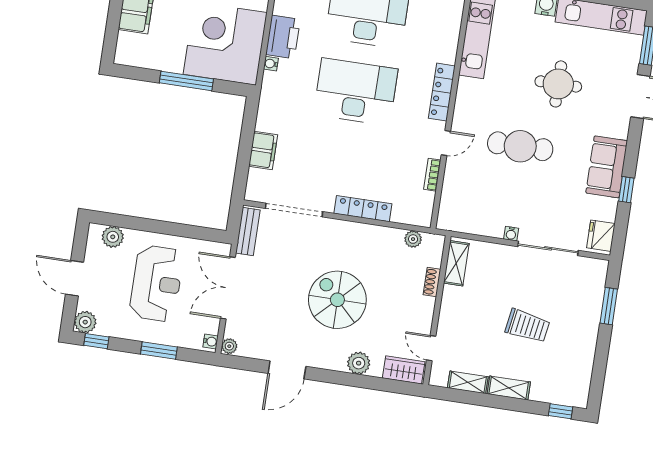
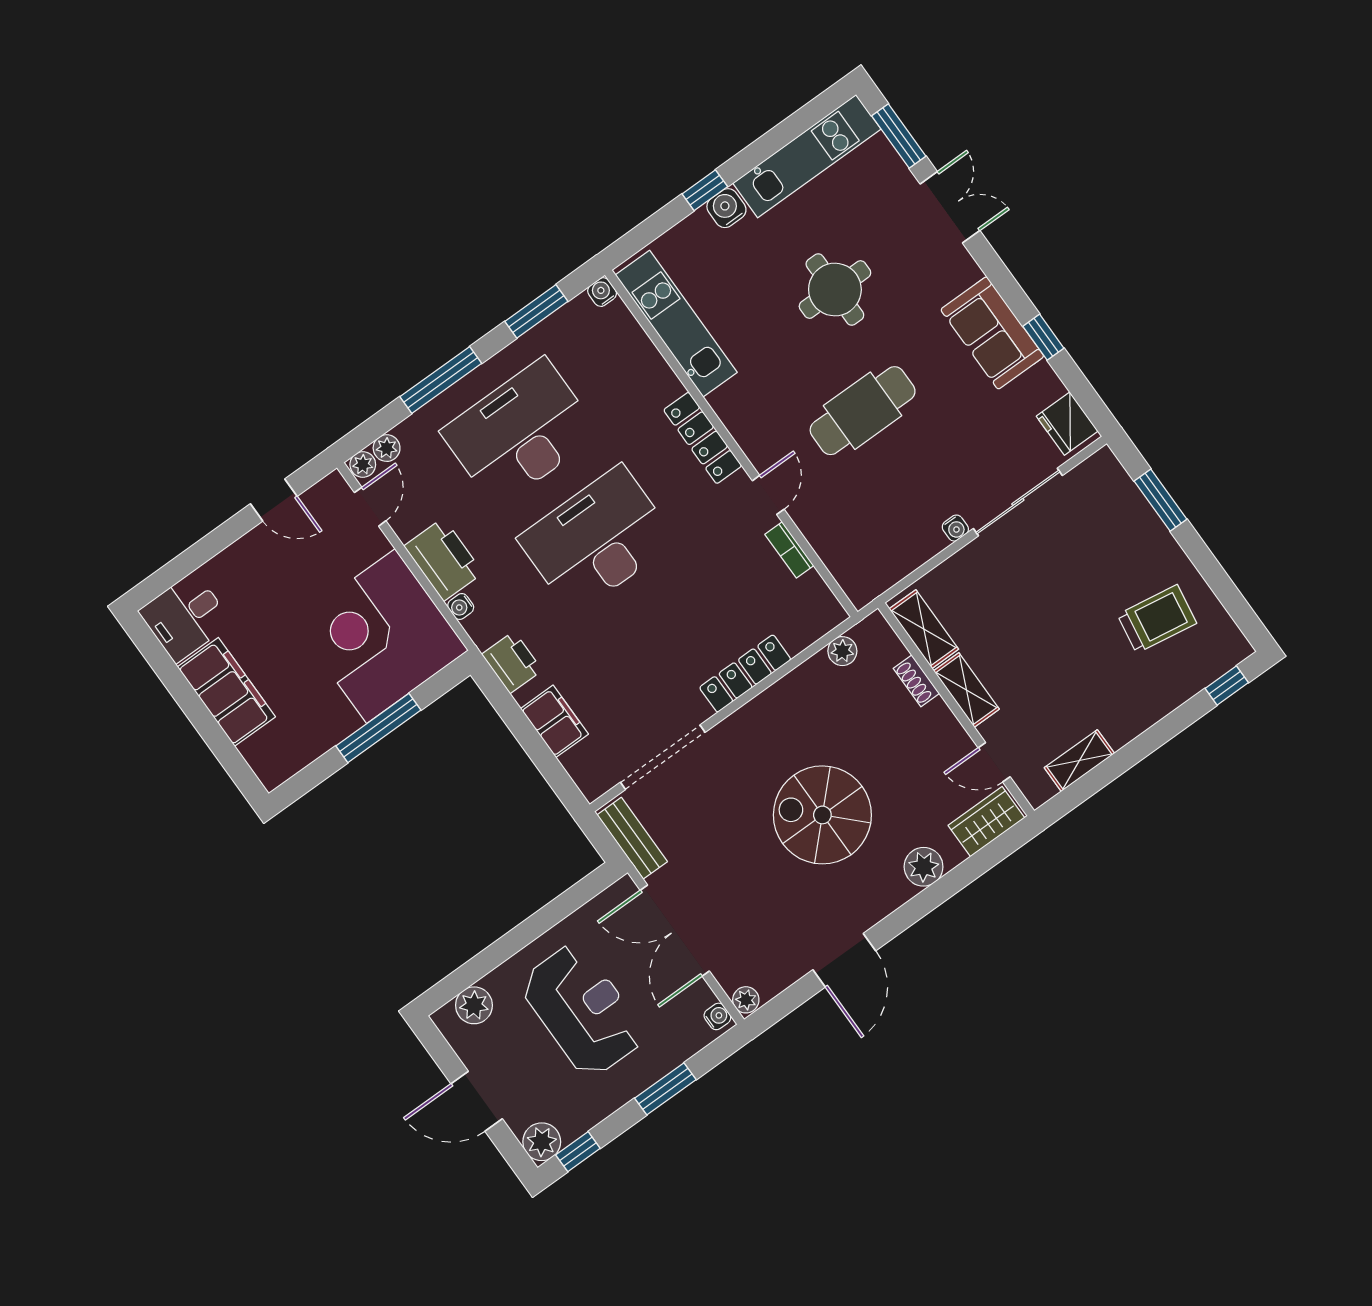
printer: (270, 108) -> (512, 662), added
trolley: (527, 326) -> (1157, 619), moved
shelving: (509, 388) -> (966, 690), moved, turned 90

